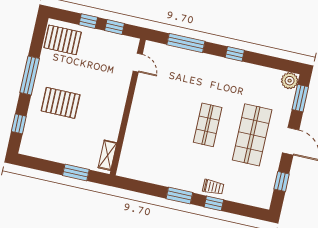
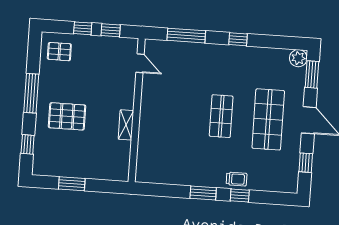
pallet: (63, 40) -> (59, 52), width x0.67, depth x0.71
shelving: (107, 155) -> (126, 125), moved
window: (76, 172) -> (72, 184), moved

